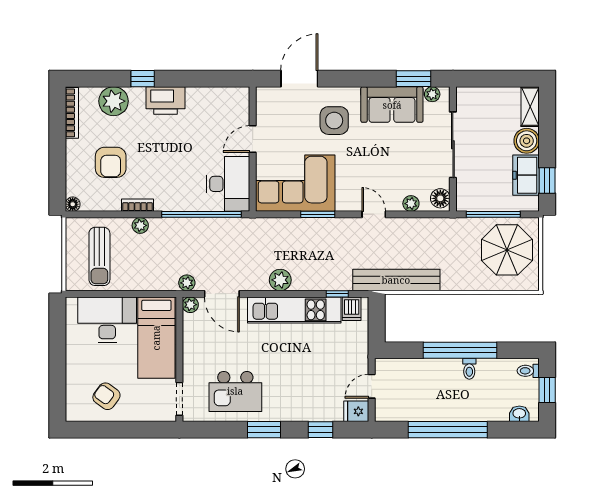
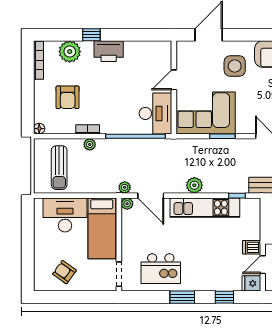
dishwasher: (352, 309) -> (252, 247), moved, turned 90

